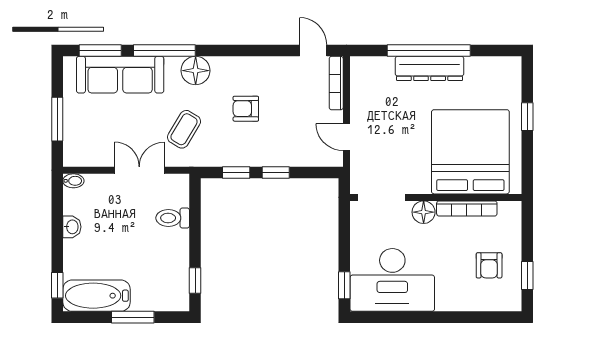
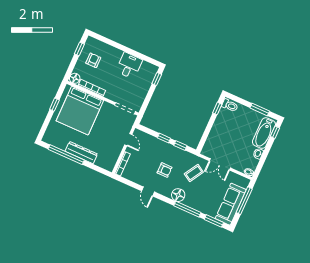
door: (313, 51) -> (148, 191), moved
window: (429, 51) -> (66, 155), moved
sofa: (120, 75) -> (231, 204), moved, turned -90
window: (527, 117) -> (54, 105), moved
window: (57, 119) -> (244, 201), width x1.44
floor lamp: (424, 212) -> (75, 78), moved
toilet: (173, 218) -> (230, 105), moved
desk: (392, 280) -> (129, 66), width x0.53, depth x0.77
bathtub: (96, 296) -> (264, 133), moved, turned 90
window: (133, 317) -> (260, 109), moved

